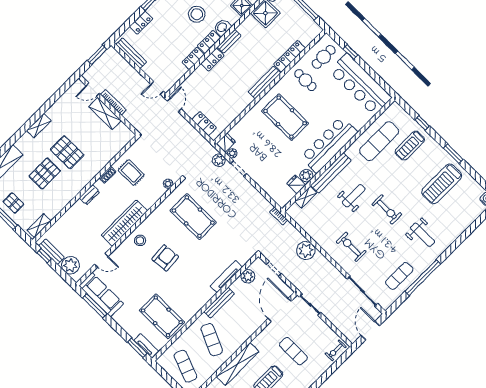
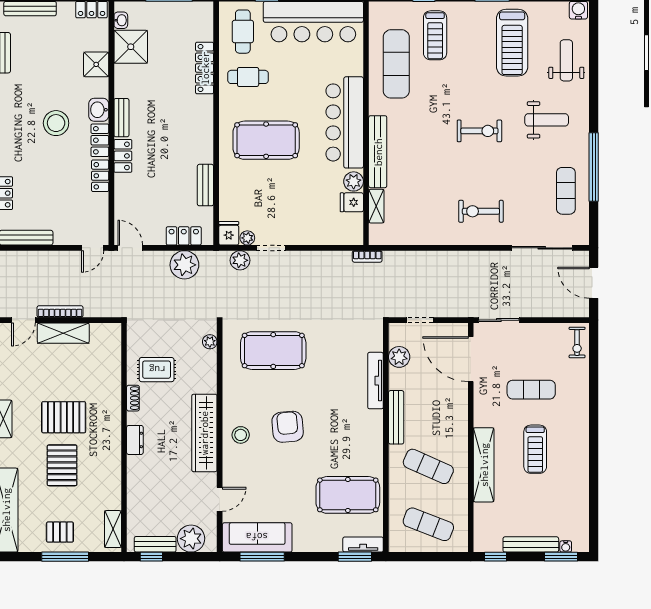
bench: (264, 83) -> (205, 185), moved, width x0.73
weight bench: (354, 196) -> (566, 60), moved
plant: (306, 250) -> (184, 265), moved

